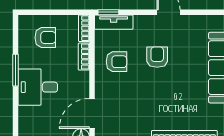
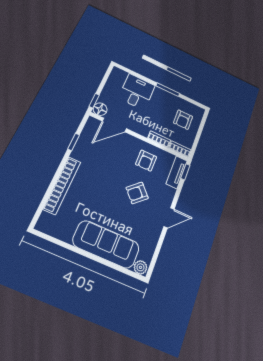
armchair: (157, 57) -> (137, 193), turned 137
desk: (38, 87) -> (137, 92), moved
door: (92, 113) -> (114, 125), swing flipped

